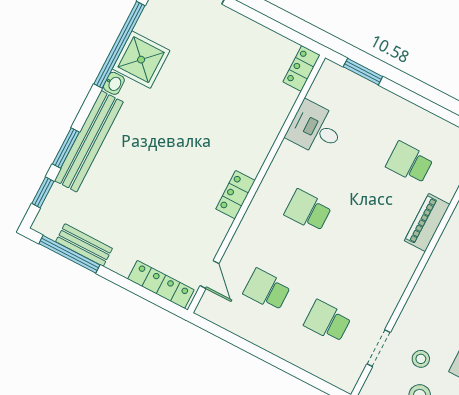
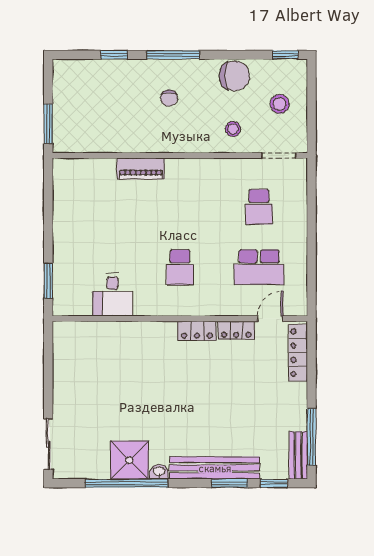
locker: (302, 68) -> (236, 330), moved
school desk: (410, 163) -> (101, 207), removed
bench: (84, 245) -> (298, 455), moved
school desk: (267, 290) -> (259, 267), width x1.85
doorway: (379, 348) -> (279, 156), moved
stool: (421, 359) -> (233, 129), moved

